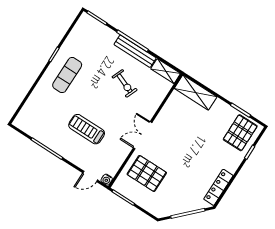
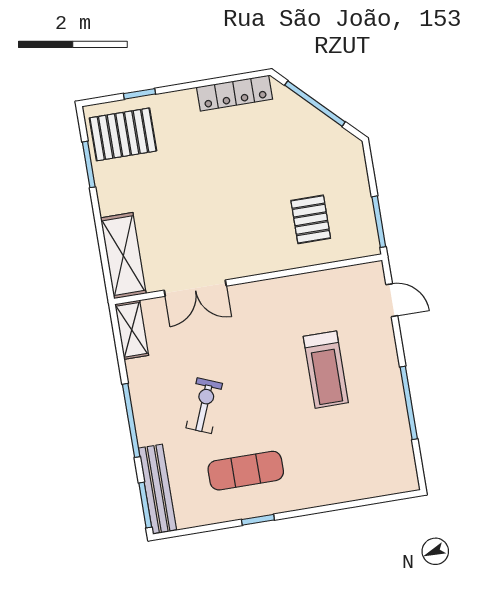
bench: (135, 51) -> (158, 489), moved
exercise mat: (67, 75) -> (246, 471), moved
exercise bike: (125, 83) -> (204, 406), moved
double door: (143, 135) -> (195, 288), moved
pallet: (147, 173) -> (311, 219), width x0.67, depth x0.71
water cooler: (107, 180) -> (374, 271), removed

